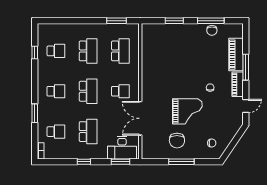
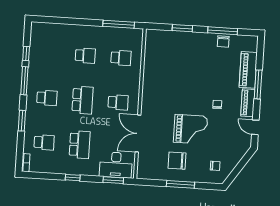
window: (117, 21) -> (119, 24), width x1.44
school desk: (56, 51) -> (50, 53), removed
school desk: (88, 51) -> (85, 56), width x0.54
school desk: (120, 51) -> (121, 58), width x0.54
window: (35, 77) -> (24, 81), added
door: (246, 106) -> (255, 127), swing flipped
chair: (177, 141) -> (177, 161), turned 90

